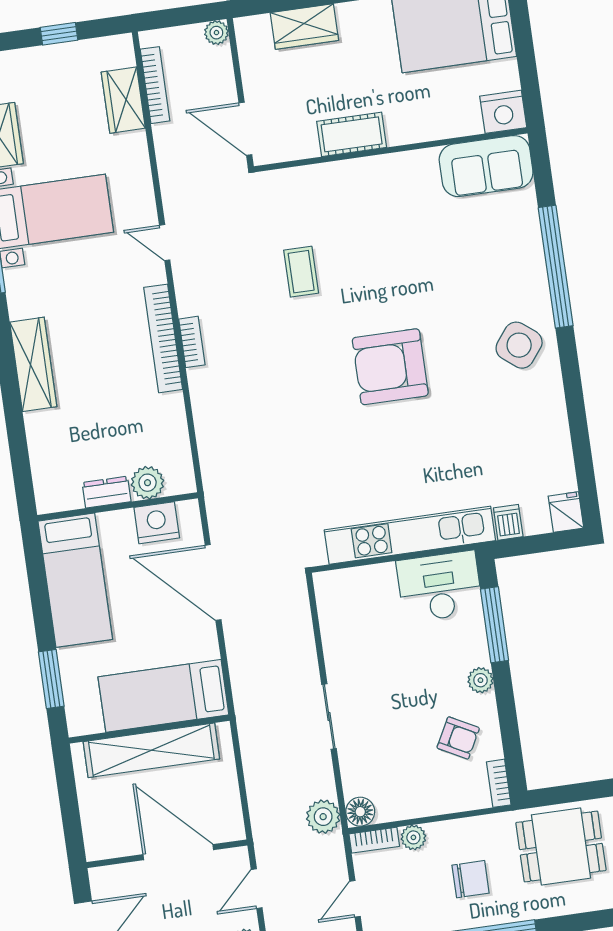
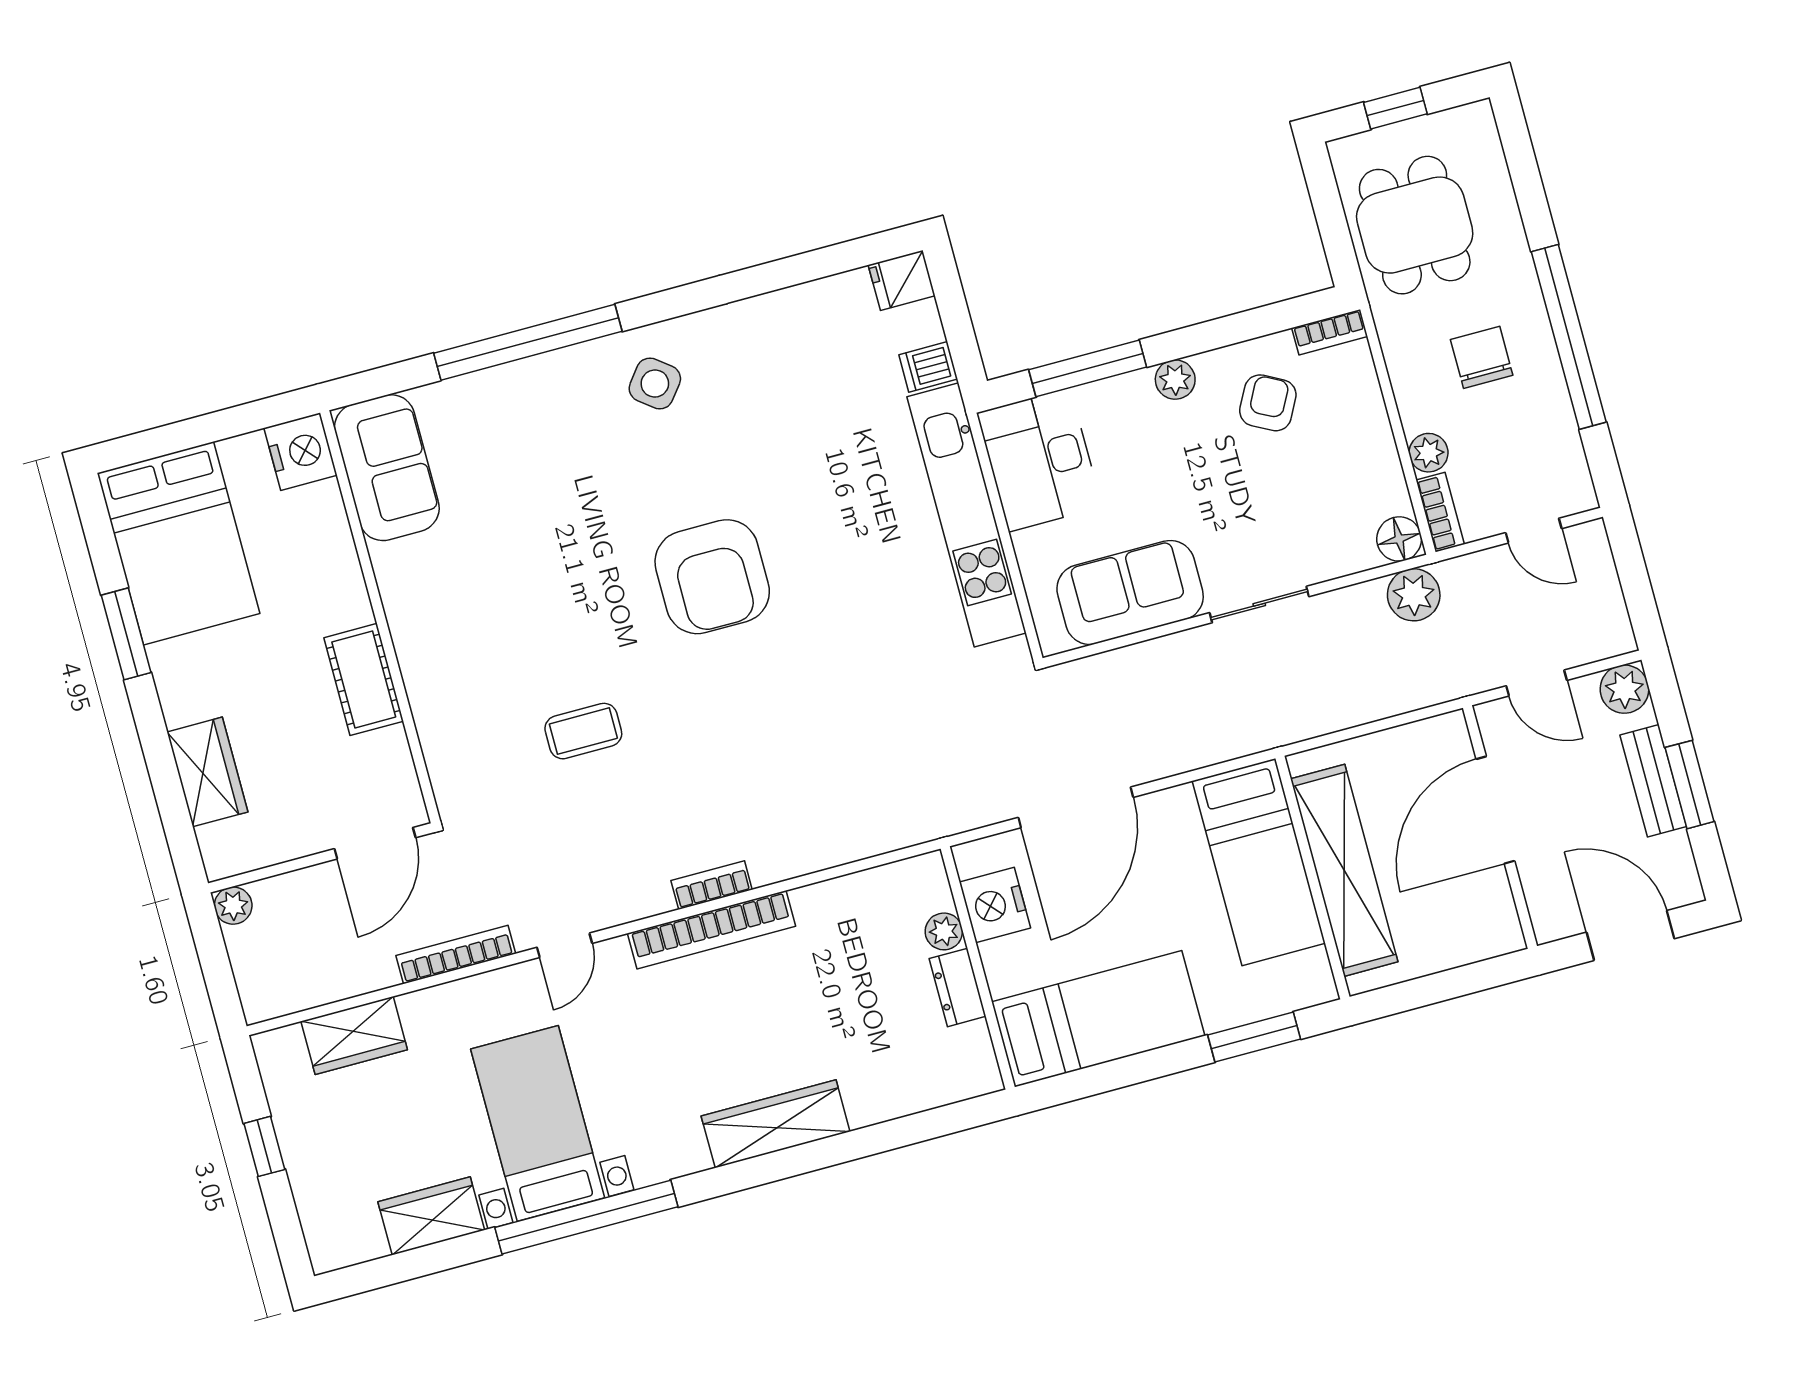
bookcase: (155, 85) -> (456, 954), moved
side table: (519, 345) -> (655, 384), width x0.73, depth x0.73
plant: (148, 483) -> (944, 931), width x0.73, depth x0.73
sofa: (347, 634) -> (1130, 592), added

